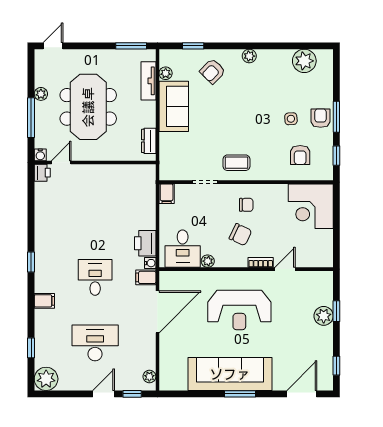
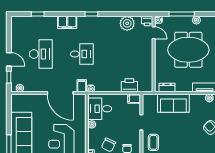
sofa: (174, 106) -> (173, 103), moved
printer: (145, 243) -> (129, 85), moved
filing cabinet: (44, 301) -> (67, 22), width x2.00
plant: (46, 379) -> (127, 23), moved

